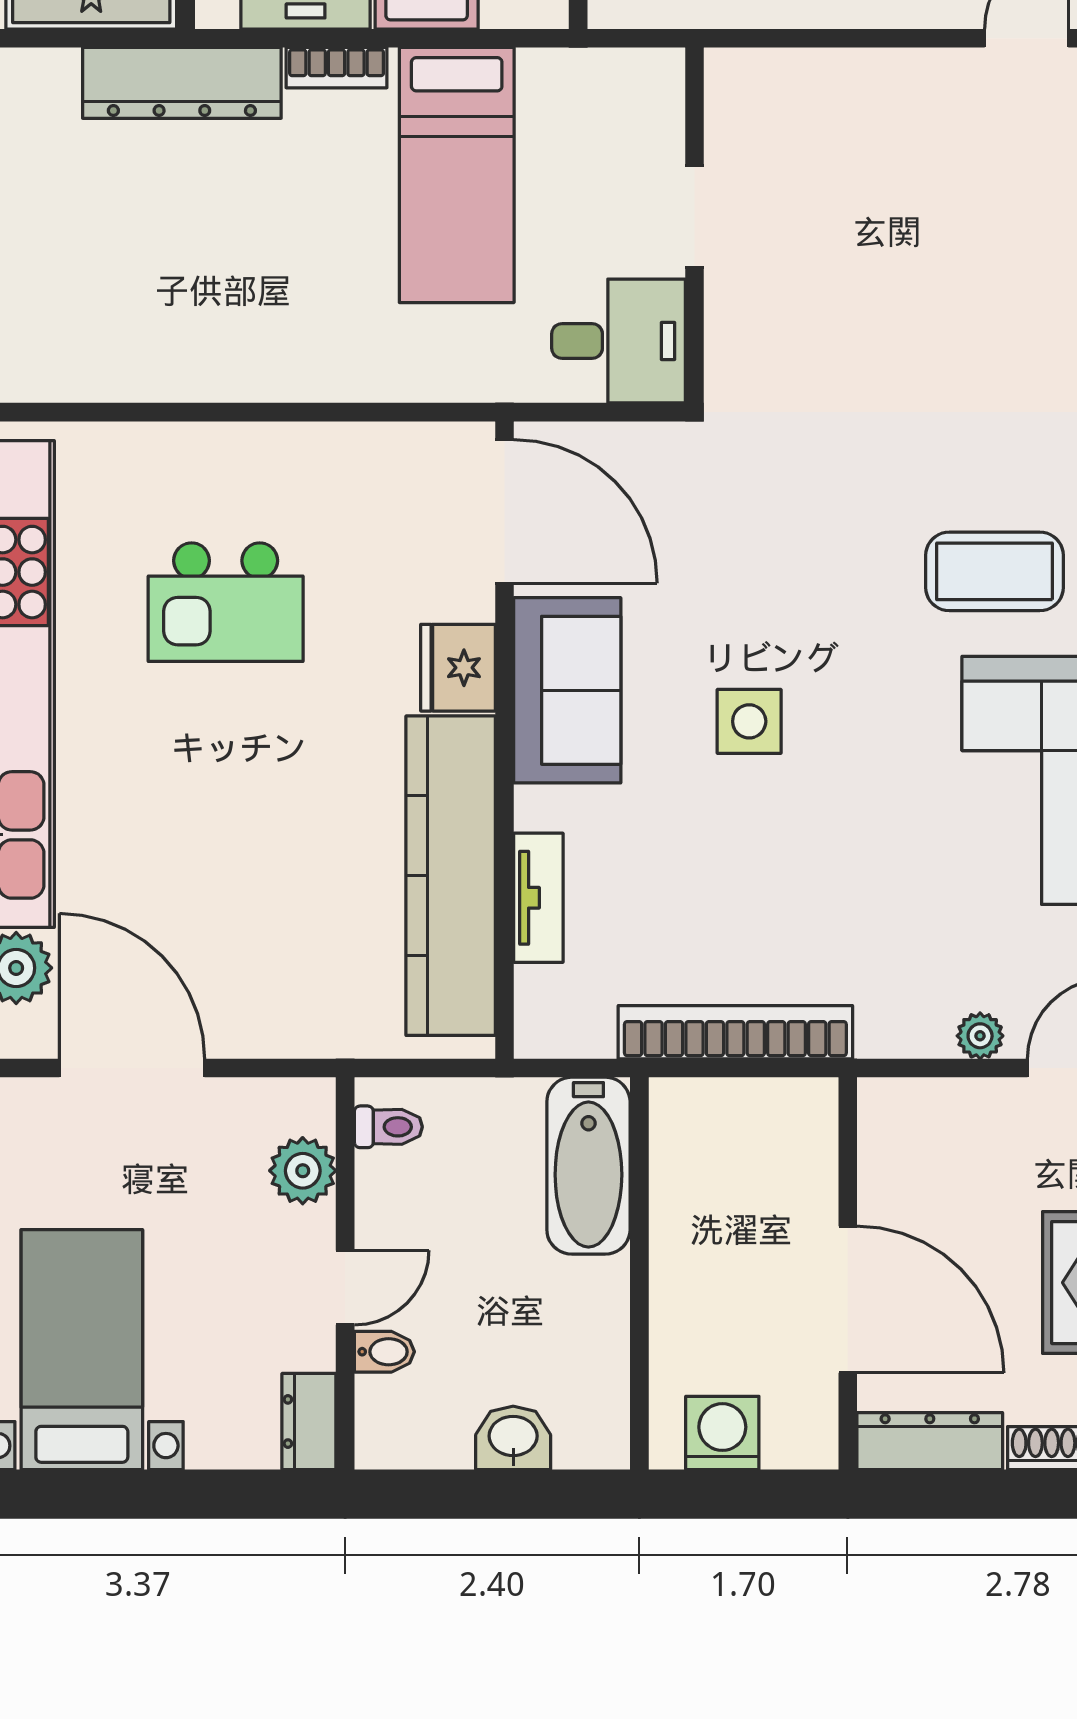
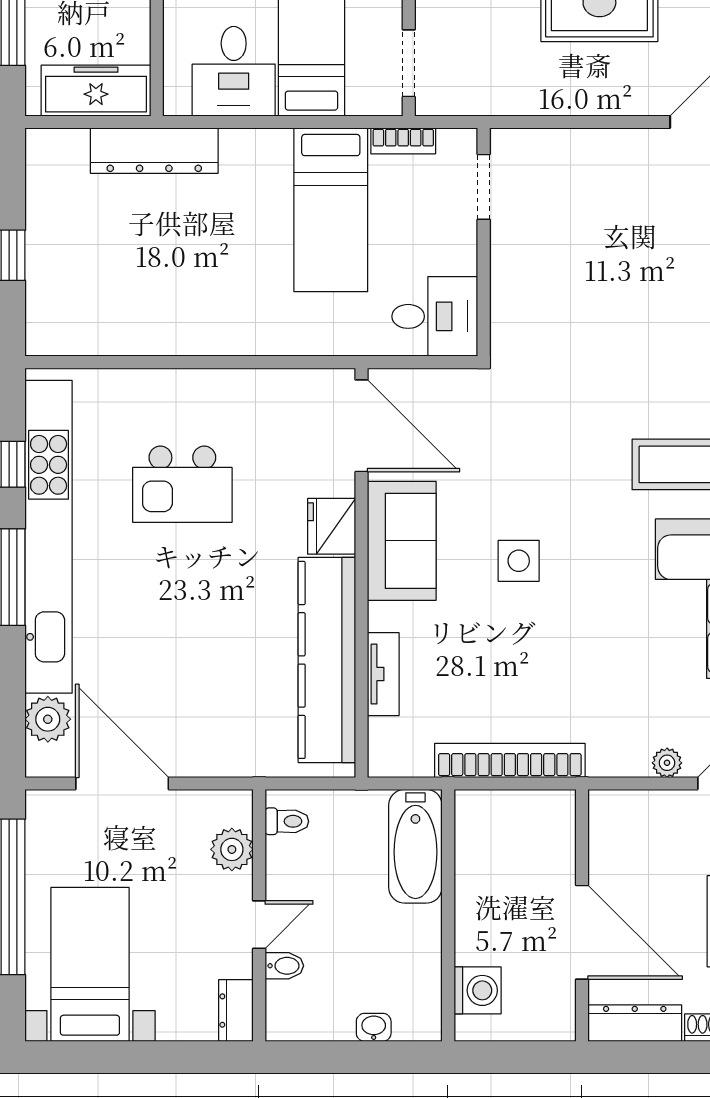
bookcase: (337, 68) -> (403, 141), moved
doorway: (695, 217) -> (484, 187), moved
washing machine: (722, 1433) -> (478, 990), moved, turned 90
washbasin: (513, 1438) -> (374, 1027), width x0.72, depth x0.69

